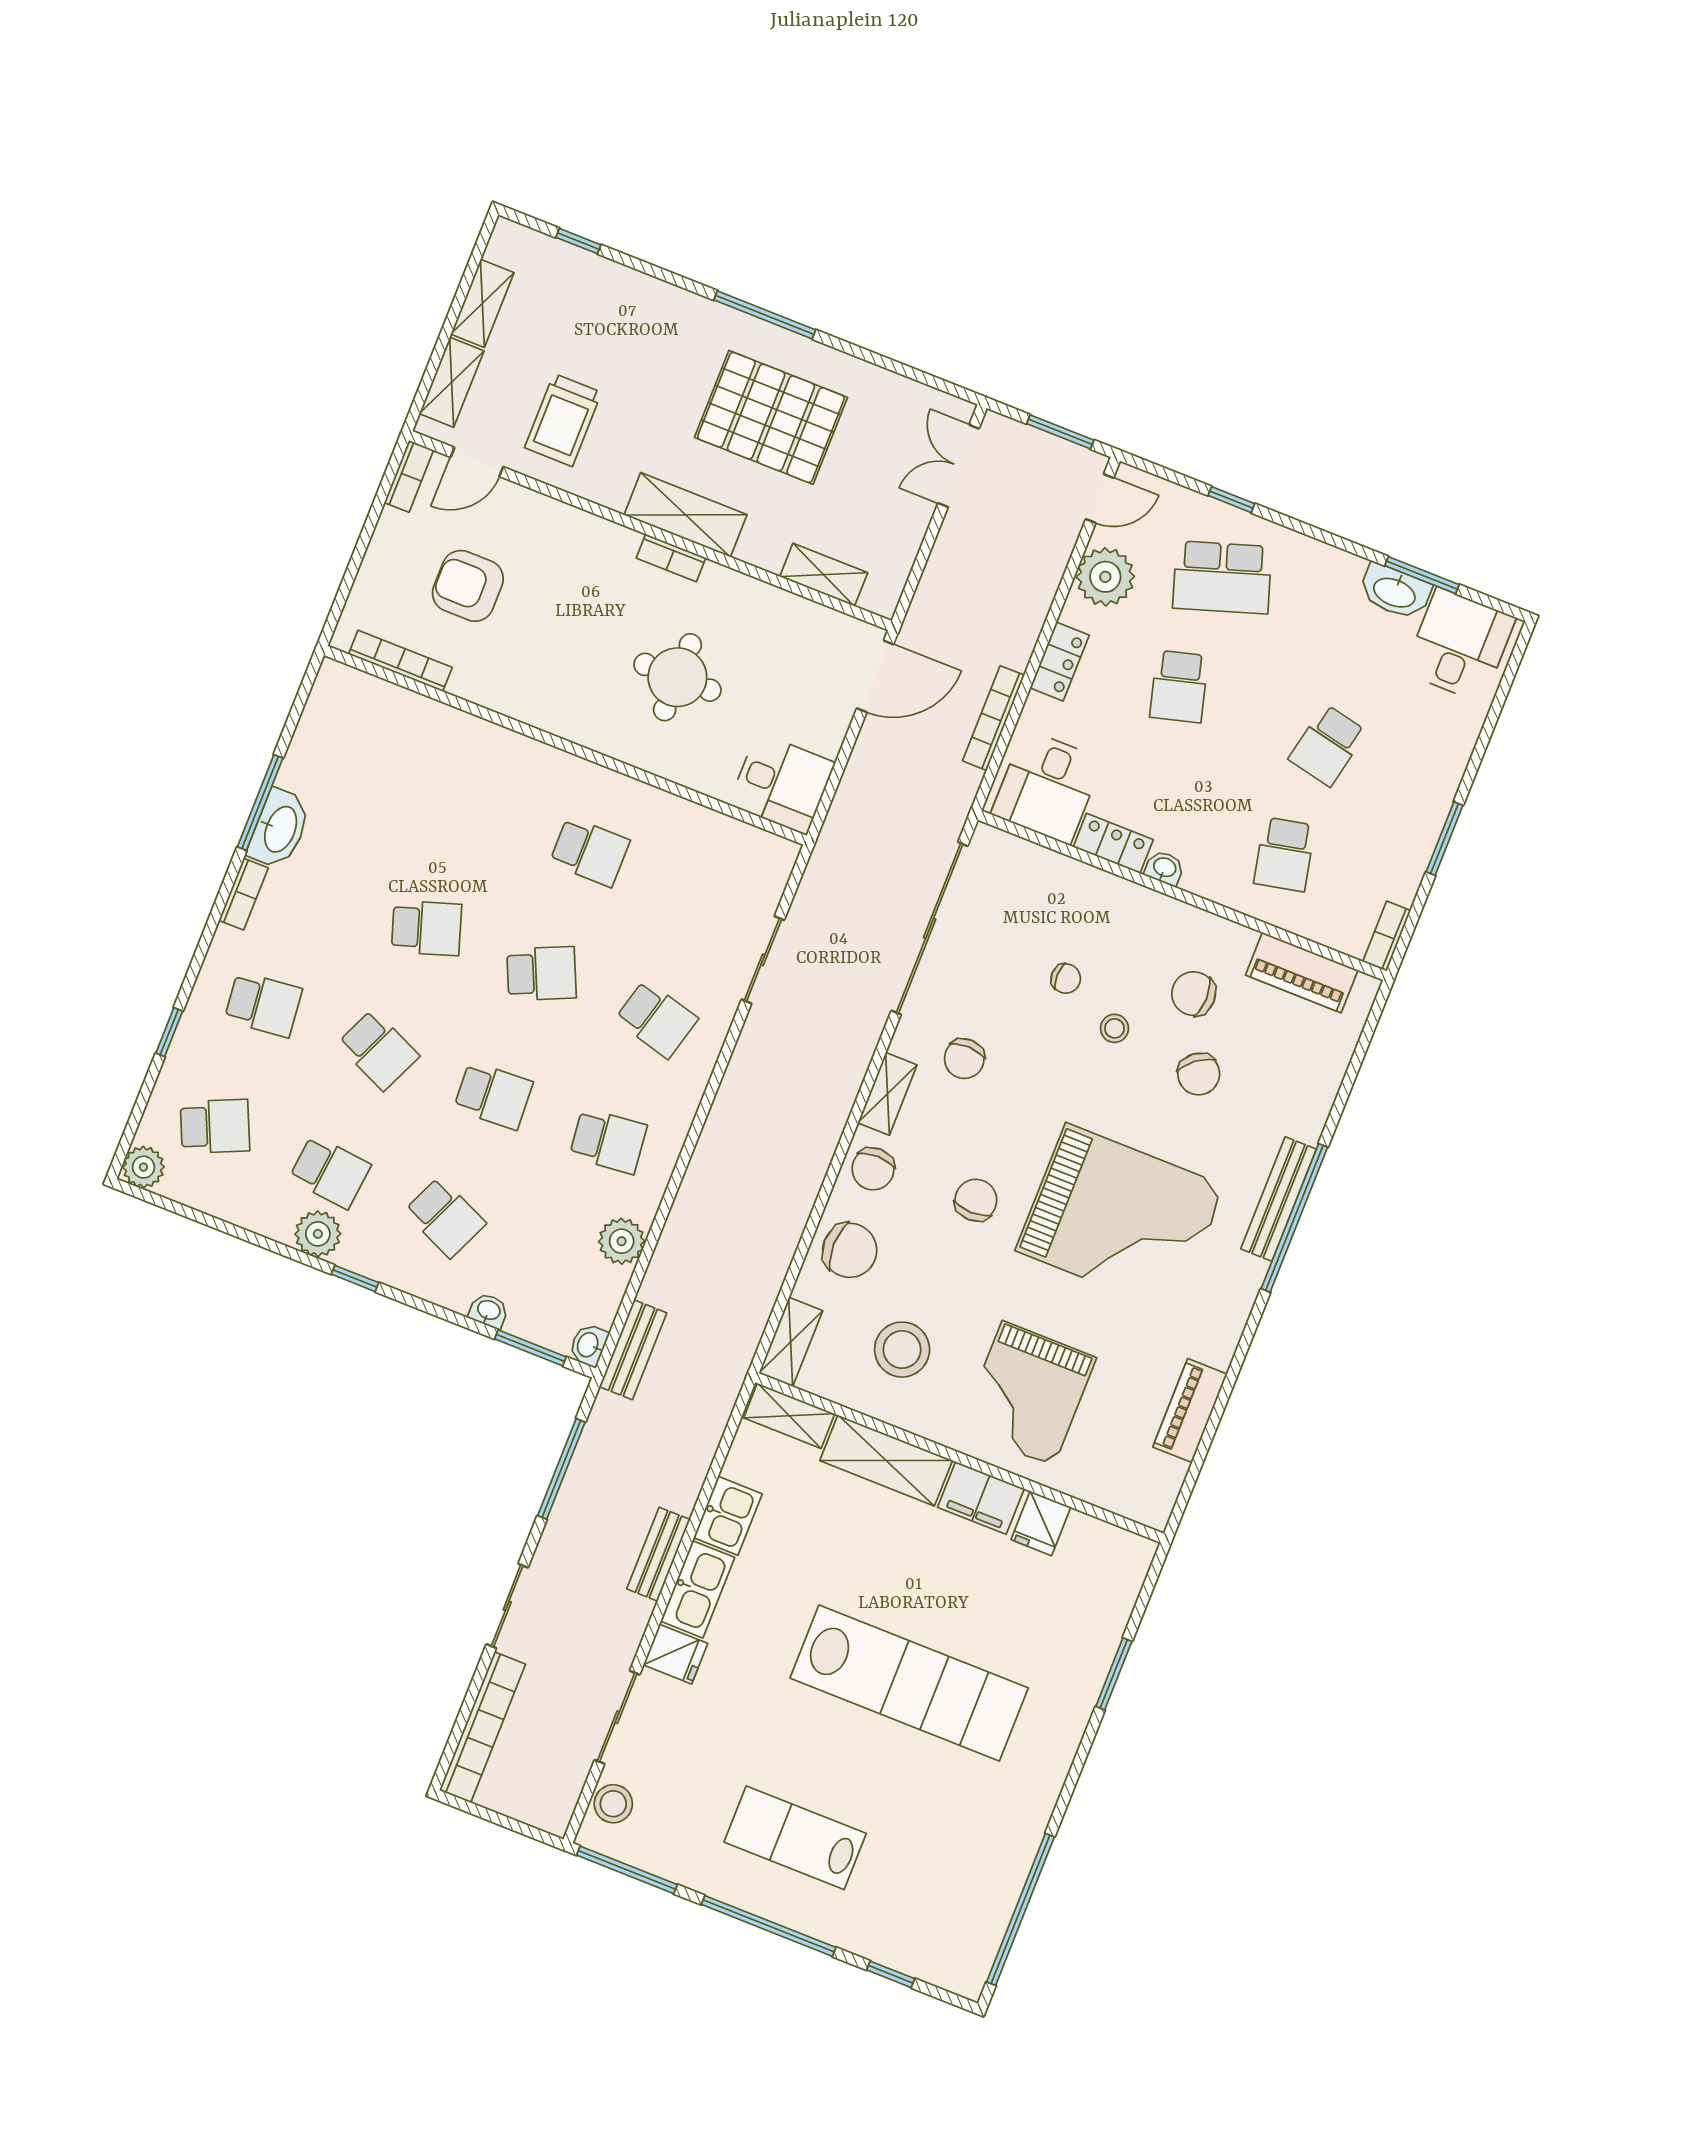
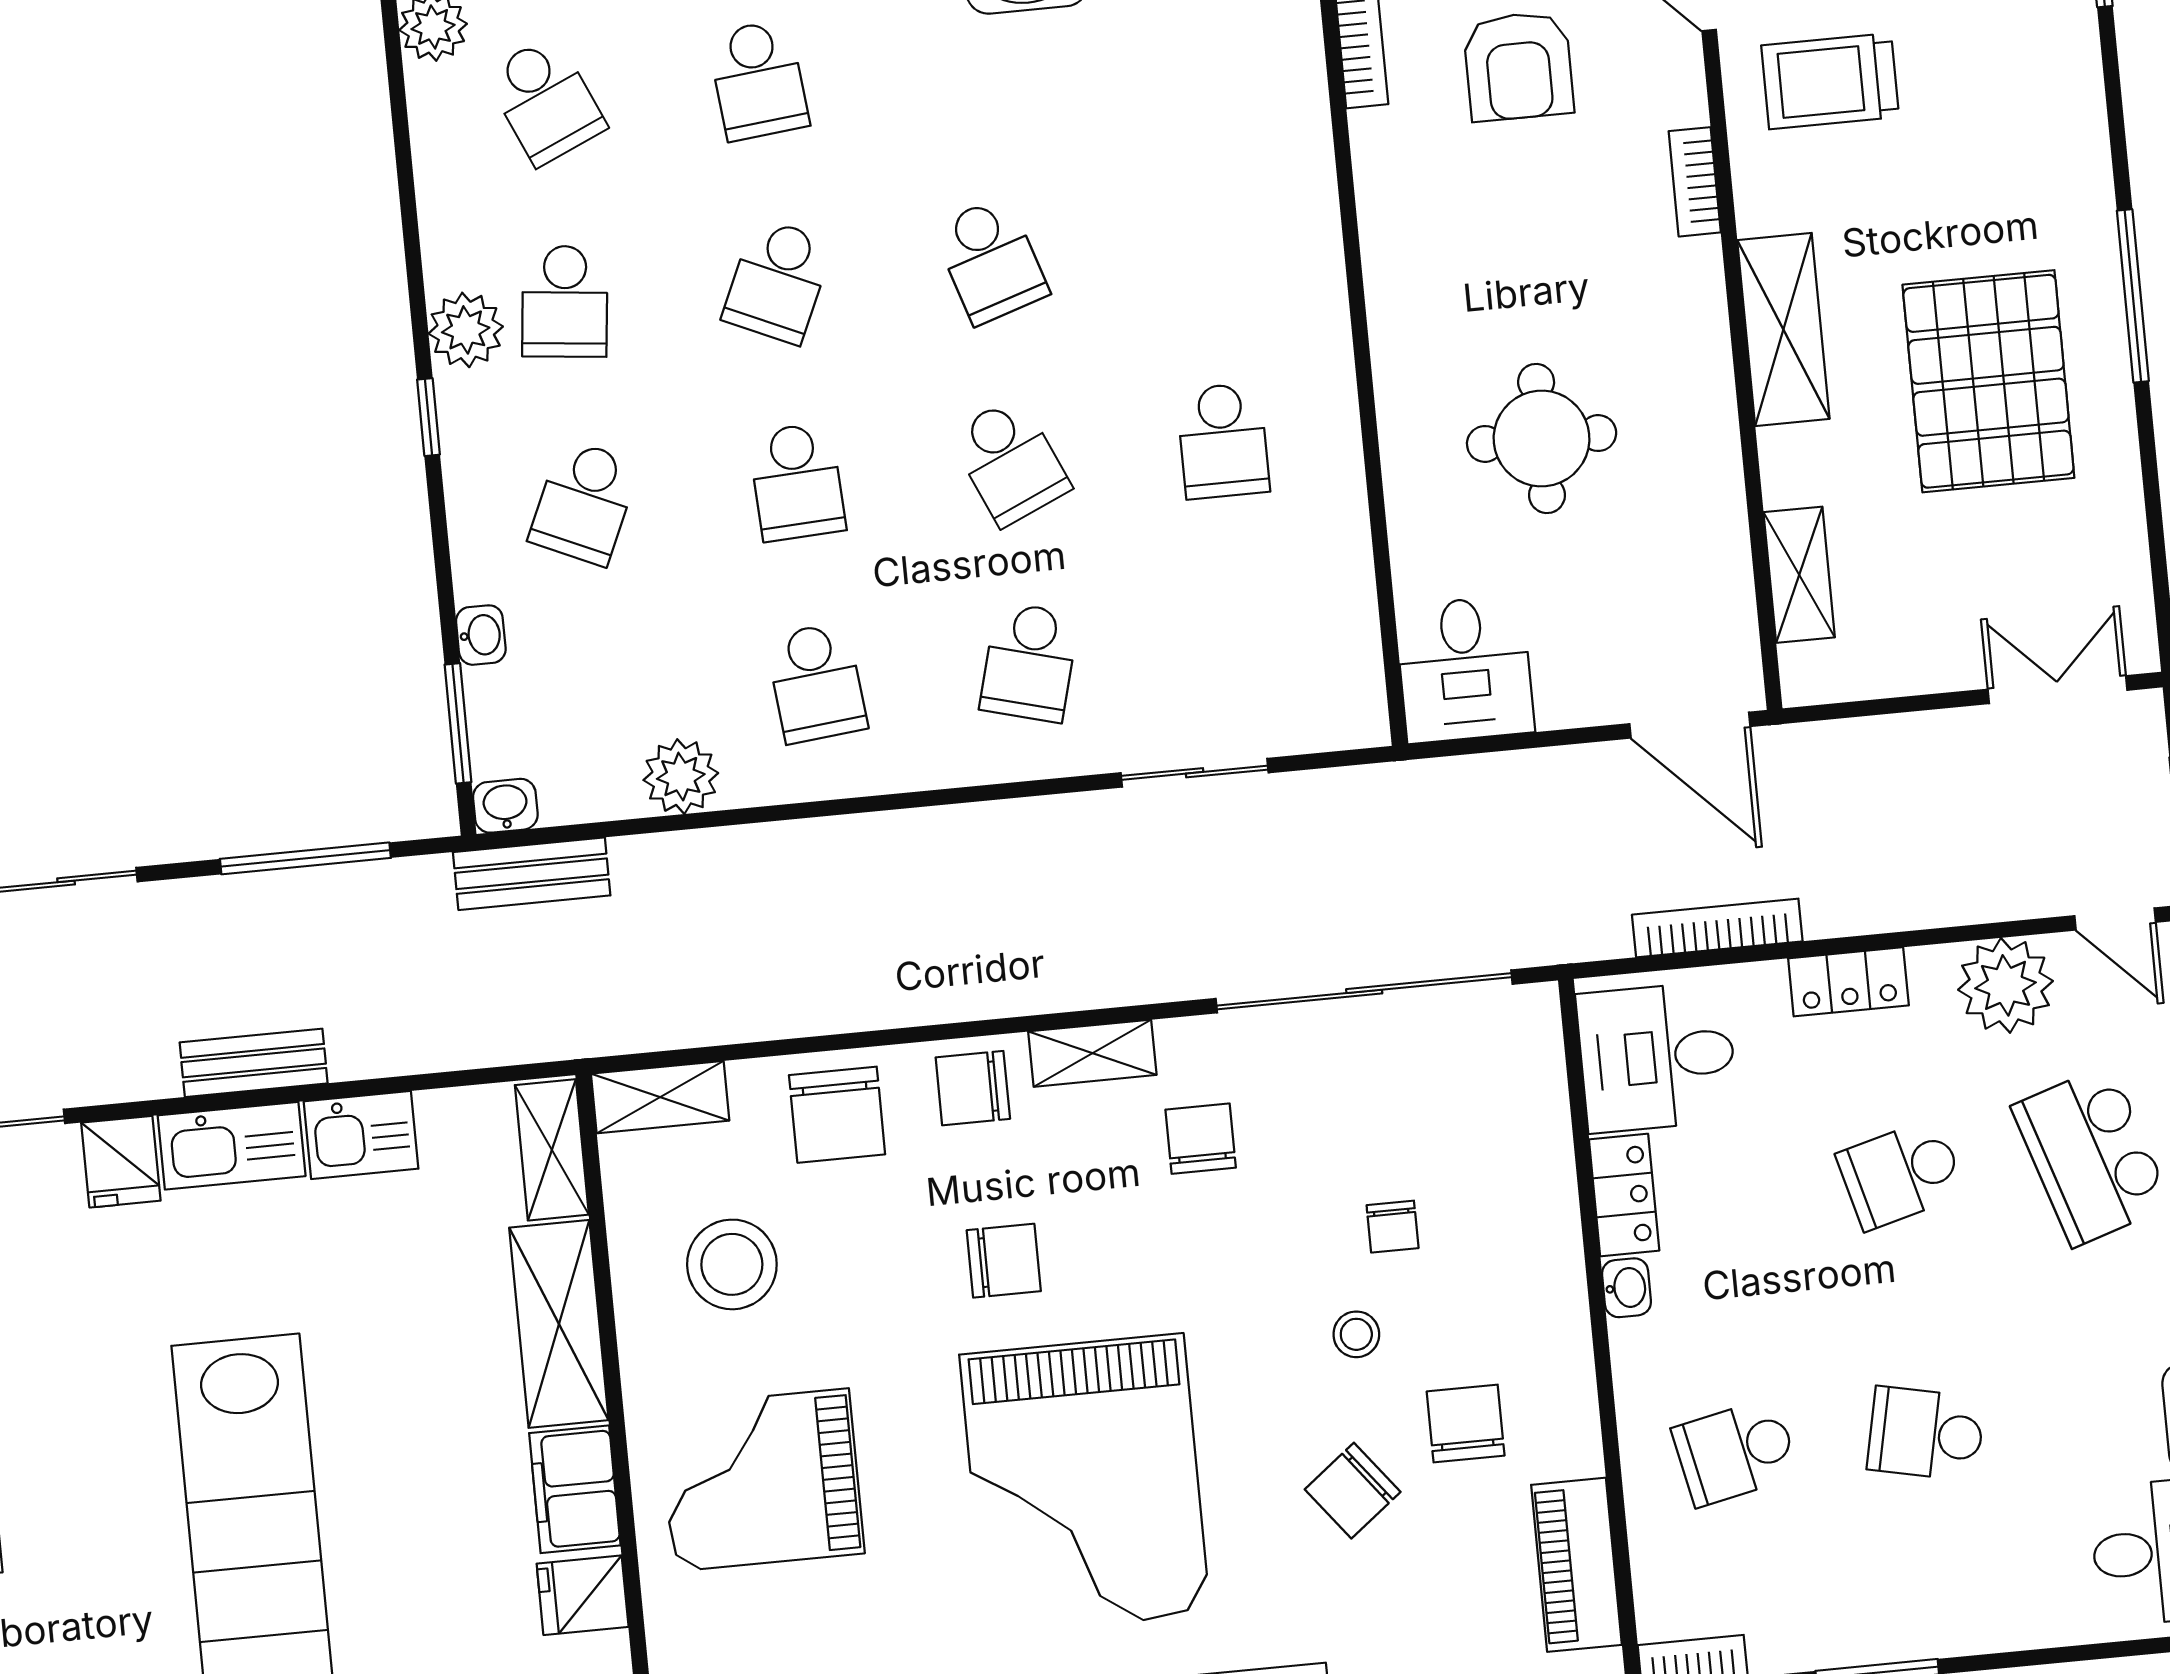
bookcase: (671, 558) -> (1695, 182), moved
armchair: (468, 586) -> (1518, 66), turned 180
chair: (964, 1059) -> (1201, 1139), turned 89

